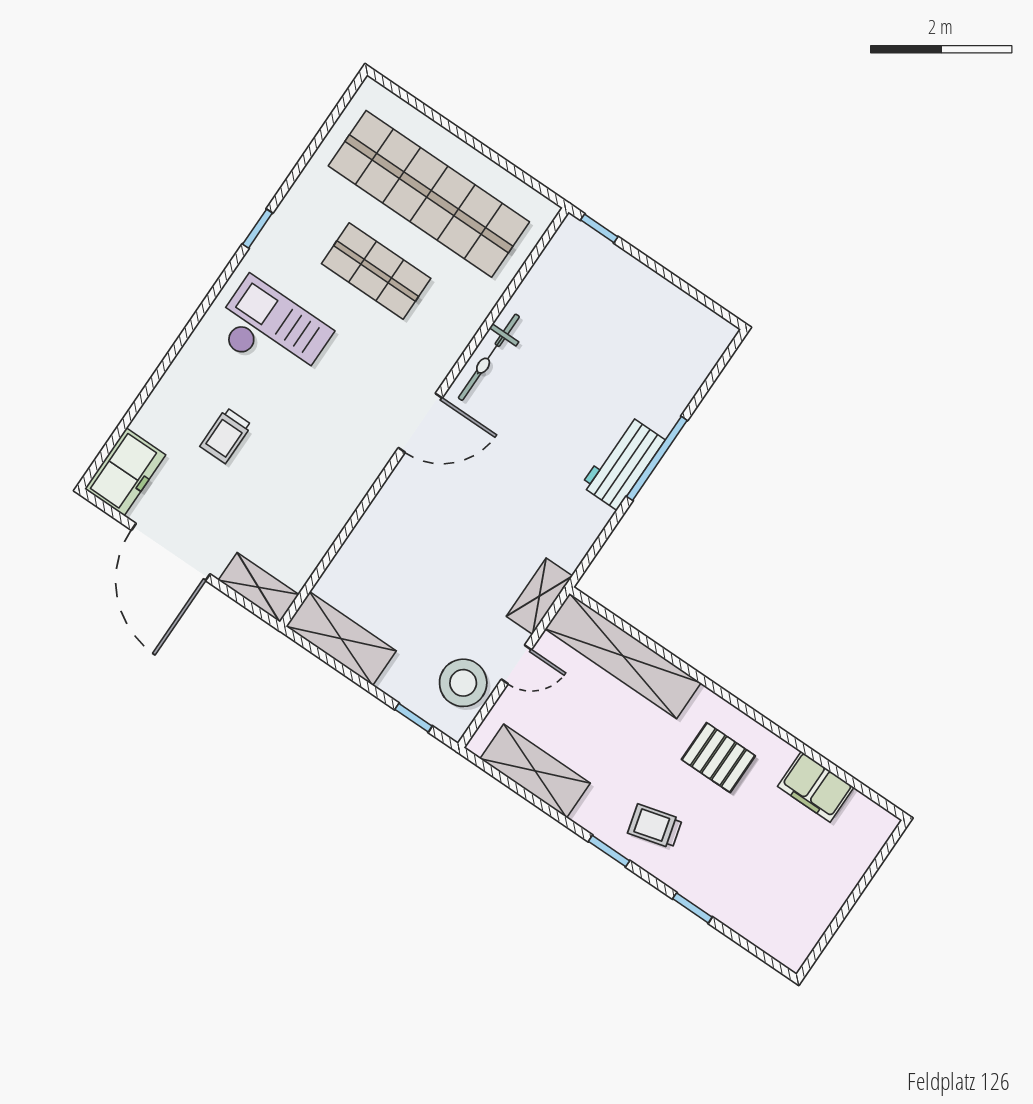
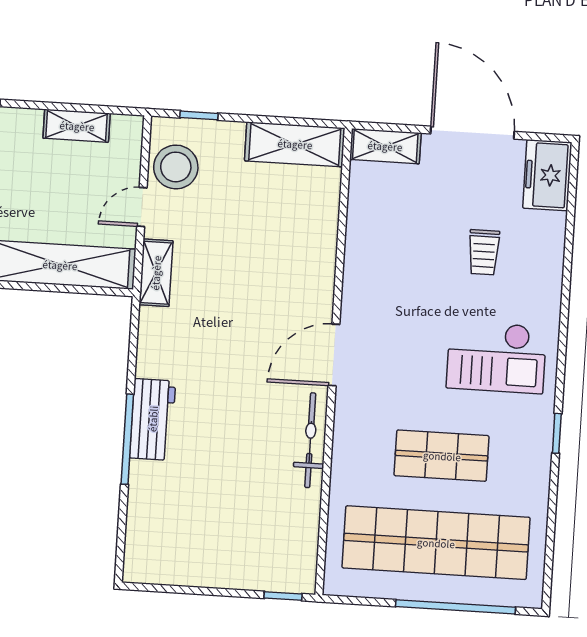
window: (446, 124) -> (456, 607), added
trolley: (226, 436) -> (484, 252), turned 180
shelving: (535, 771) -> (77, 126), width x0.67, depth x0.75

